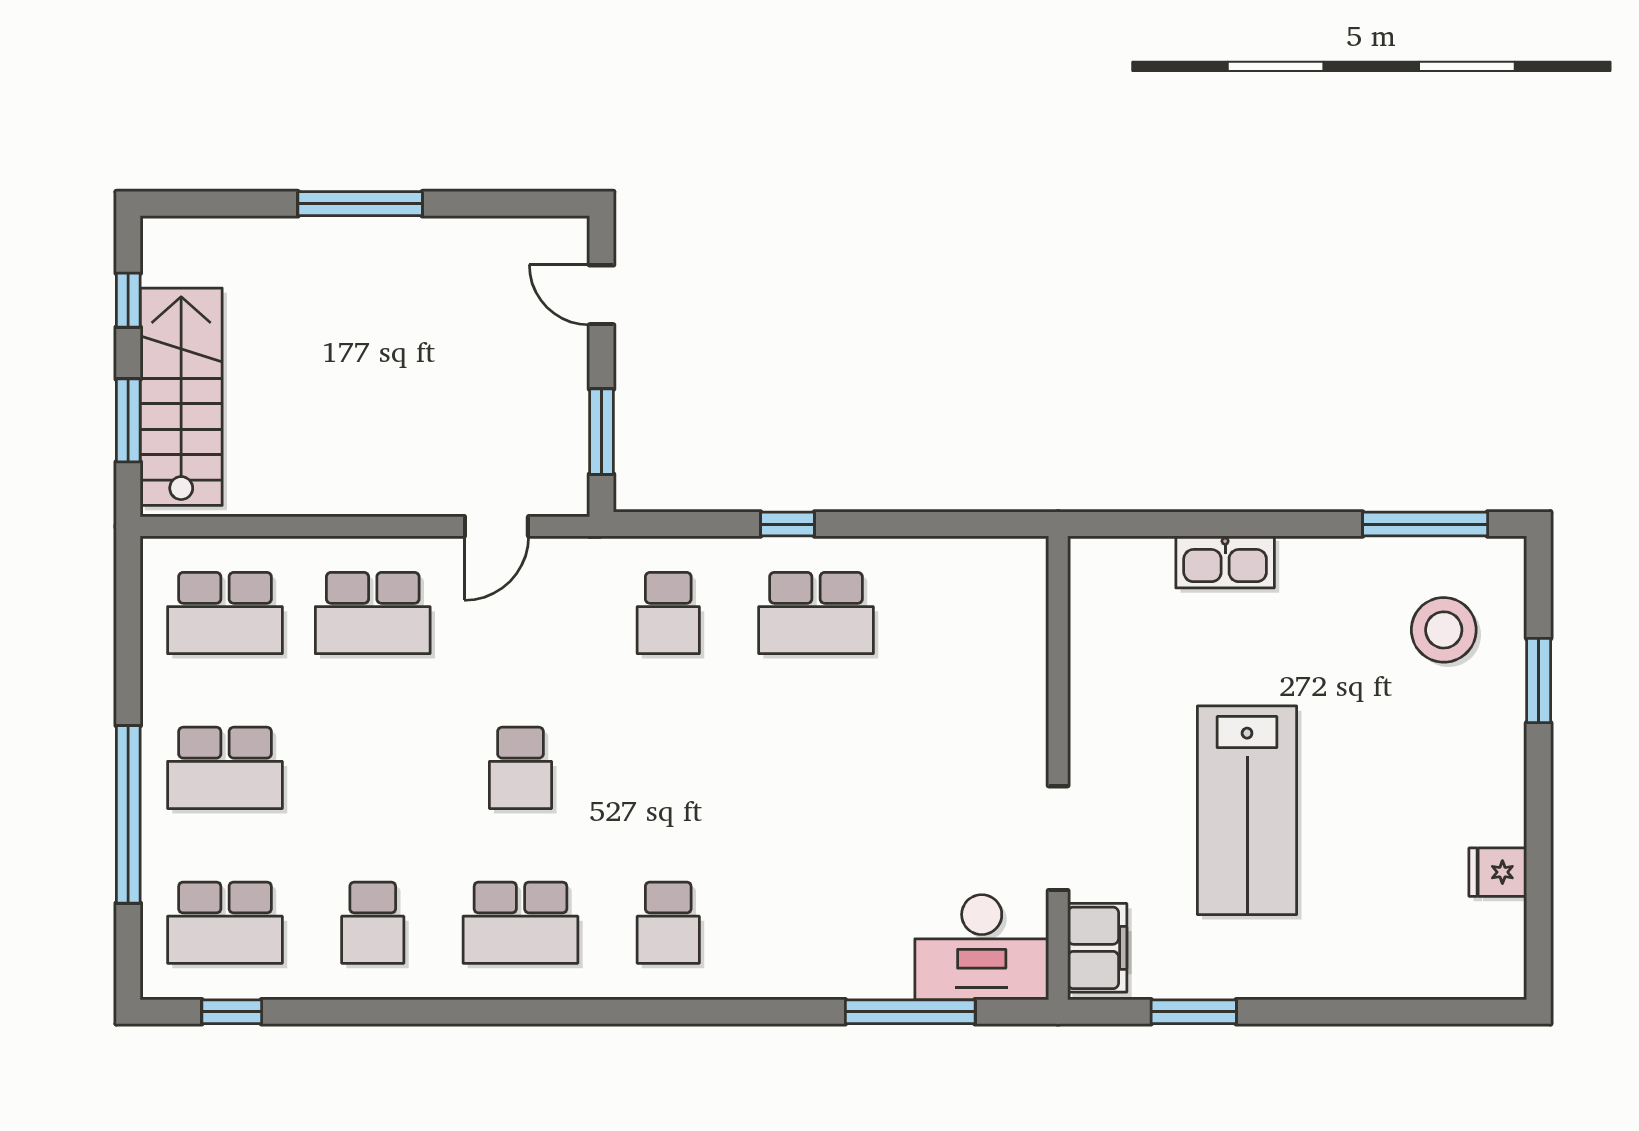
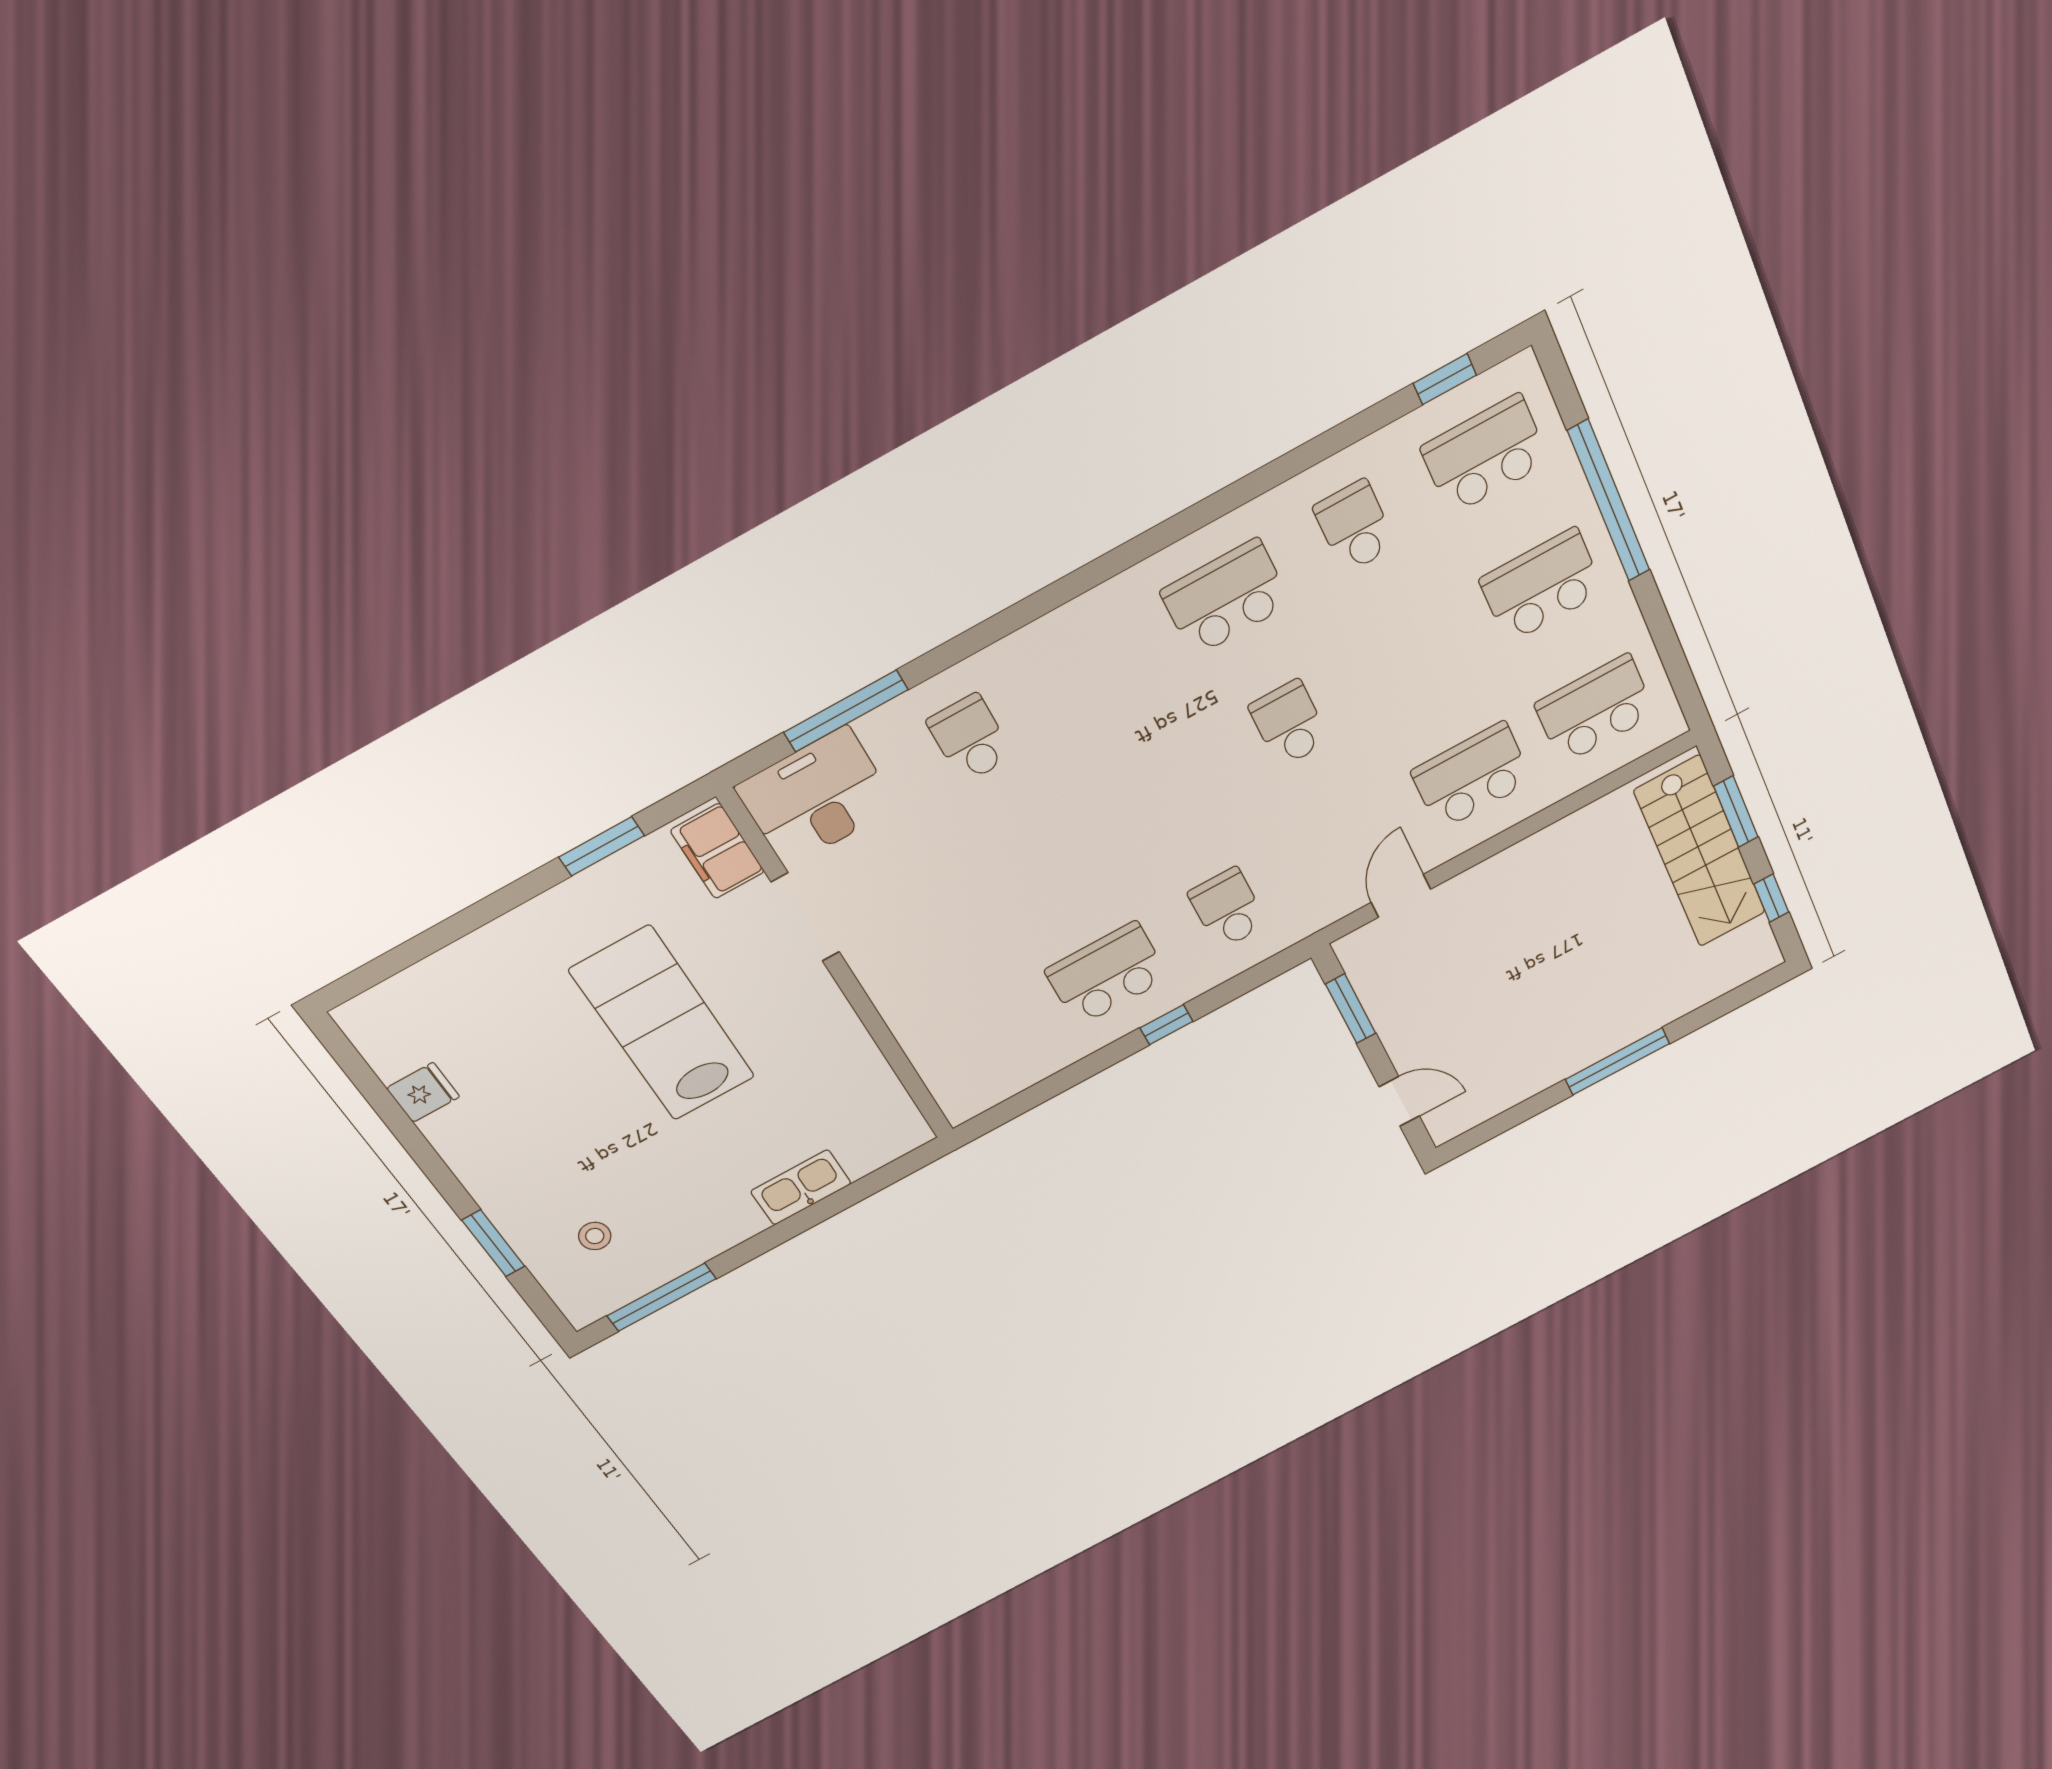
stool: (1444, 630) -> (595, 1236), width x0.53, depth x0.53
school desk: (668, 923) -> (970, 739), moved

